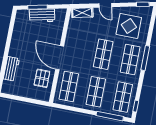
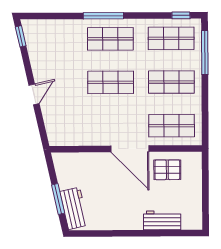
shelving: (82, 13) -> (53, 128), removed
workbench: (42, 16) -> (74, 208), moved
display table: (129, 26) -> (59, 51), removed
door: (60, 58) -> (130, 149), hinge flipped

